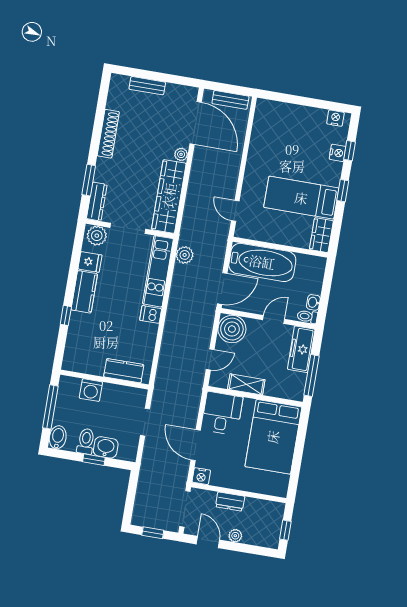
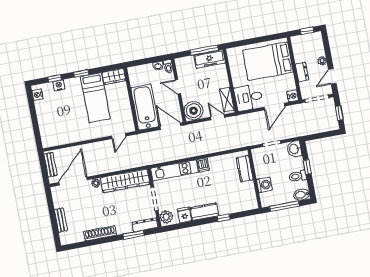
plant: (185, 255) -> (158, 157), removed
freezer: (301, 349) -> (210, 59), moved
shelving: (246, 384) -> (227, 100), moved
bed: (273, 437) -> (268, 61), moved, turned 180
washbasin: (106, 447) -> (294, 149), moved

